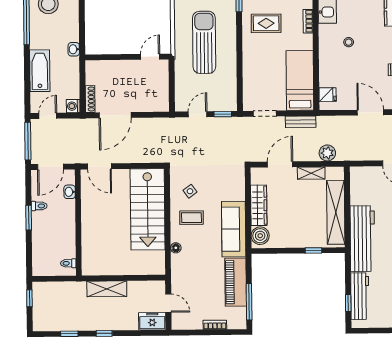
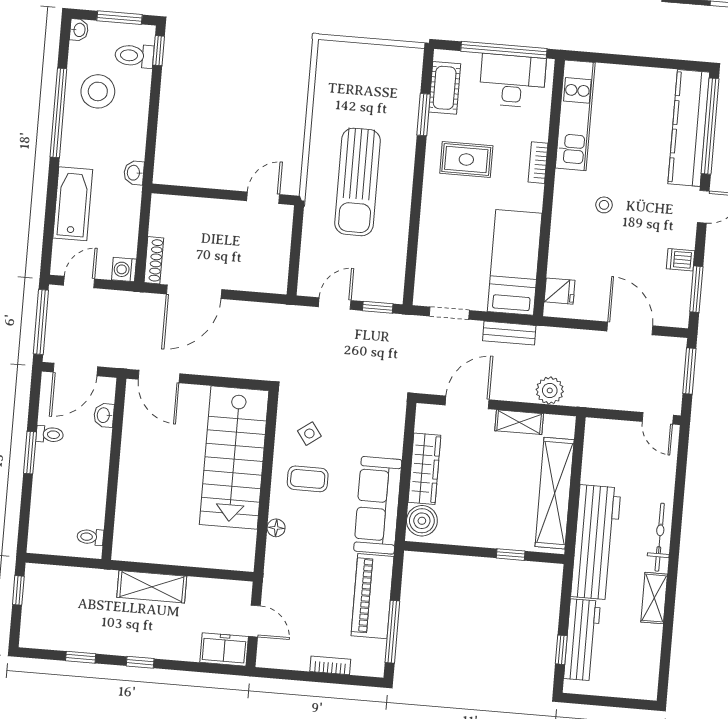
sun lounger: (204, 42) -> (357, 182), turned 180

